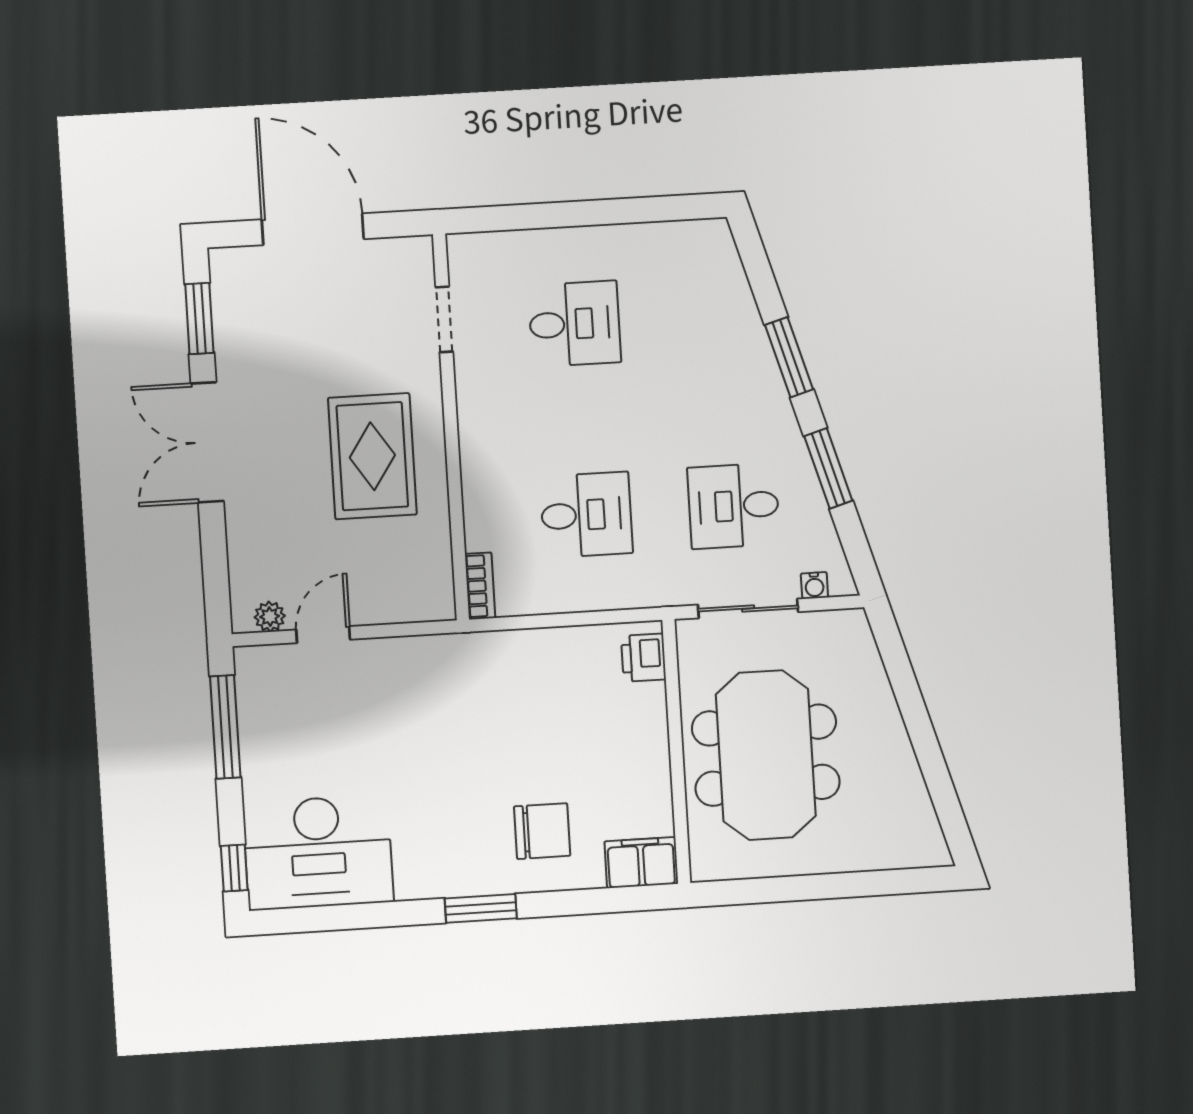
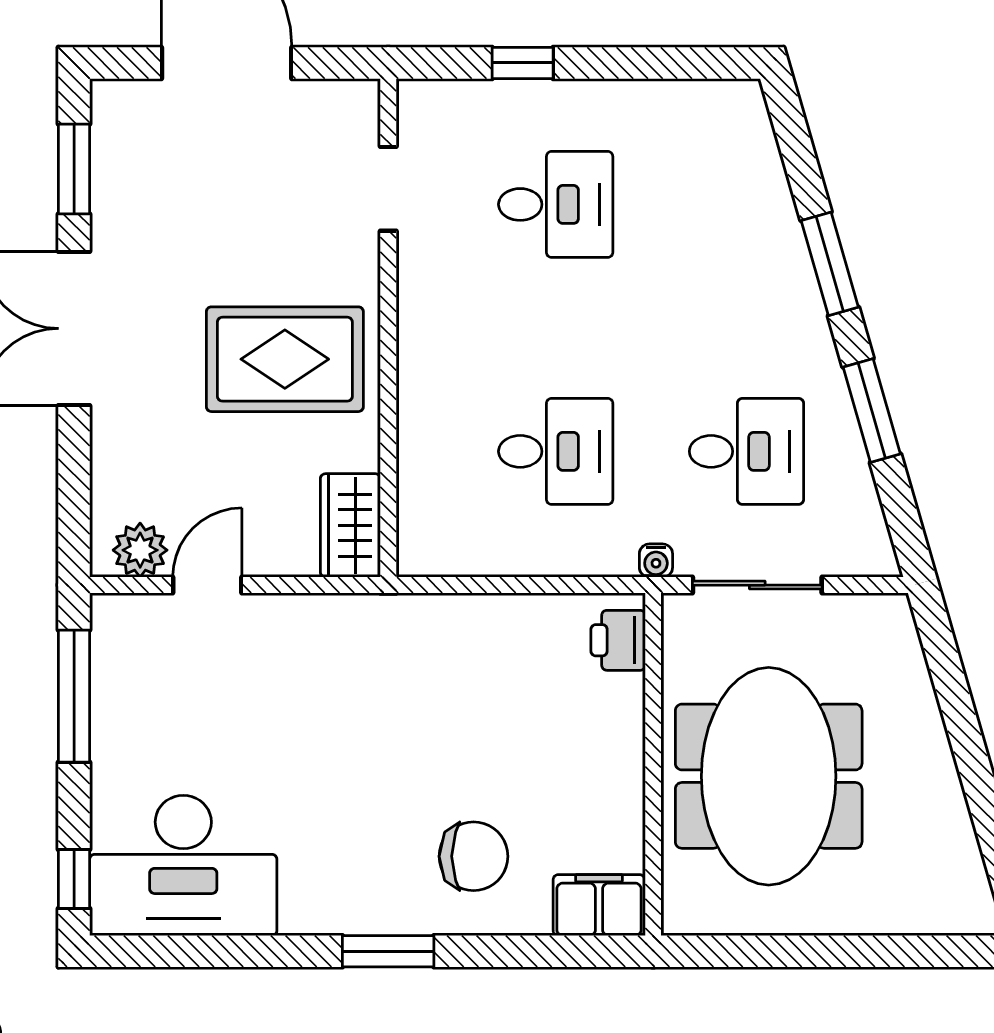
window: (542, 216) -> (523, 63), added
rug: (372, 456) -> (285, 359), turned 90
desk: (734, 506) -> (746, 451), turned 180
wardrobe: (431, 582) -> (350, 525), added
water cooler: (814, 585) -> (656, 561), moved
bookcase: (480, 586) -> (413, 535), removed
plant: (270, 617) -> (140, 550), width x1.38, depth x1.38

